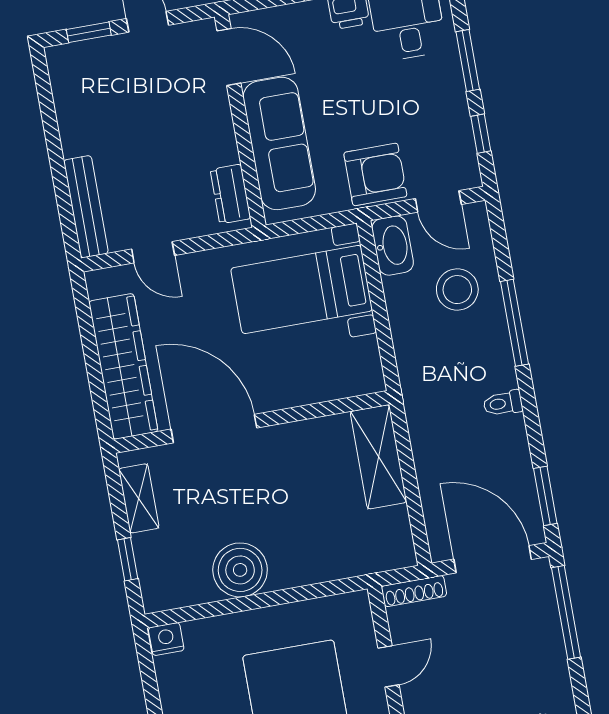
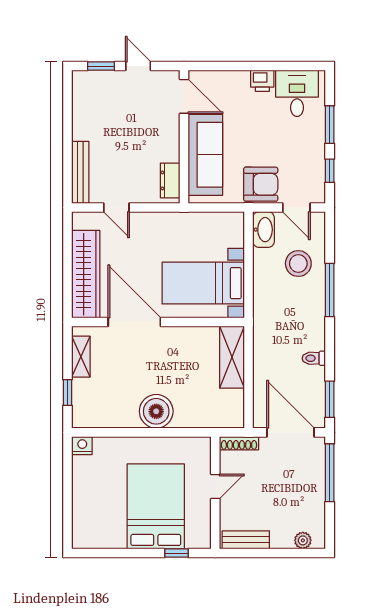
bed with nightstands: (302, 289) -> (203, 283), moved
toilet: (503, 403) -> (314, 358), moved
boiler: (240, 570) -> (156, 411), moved

